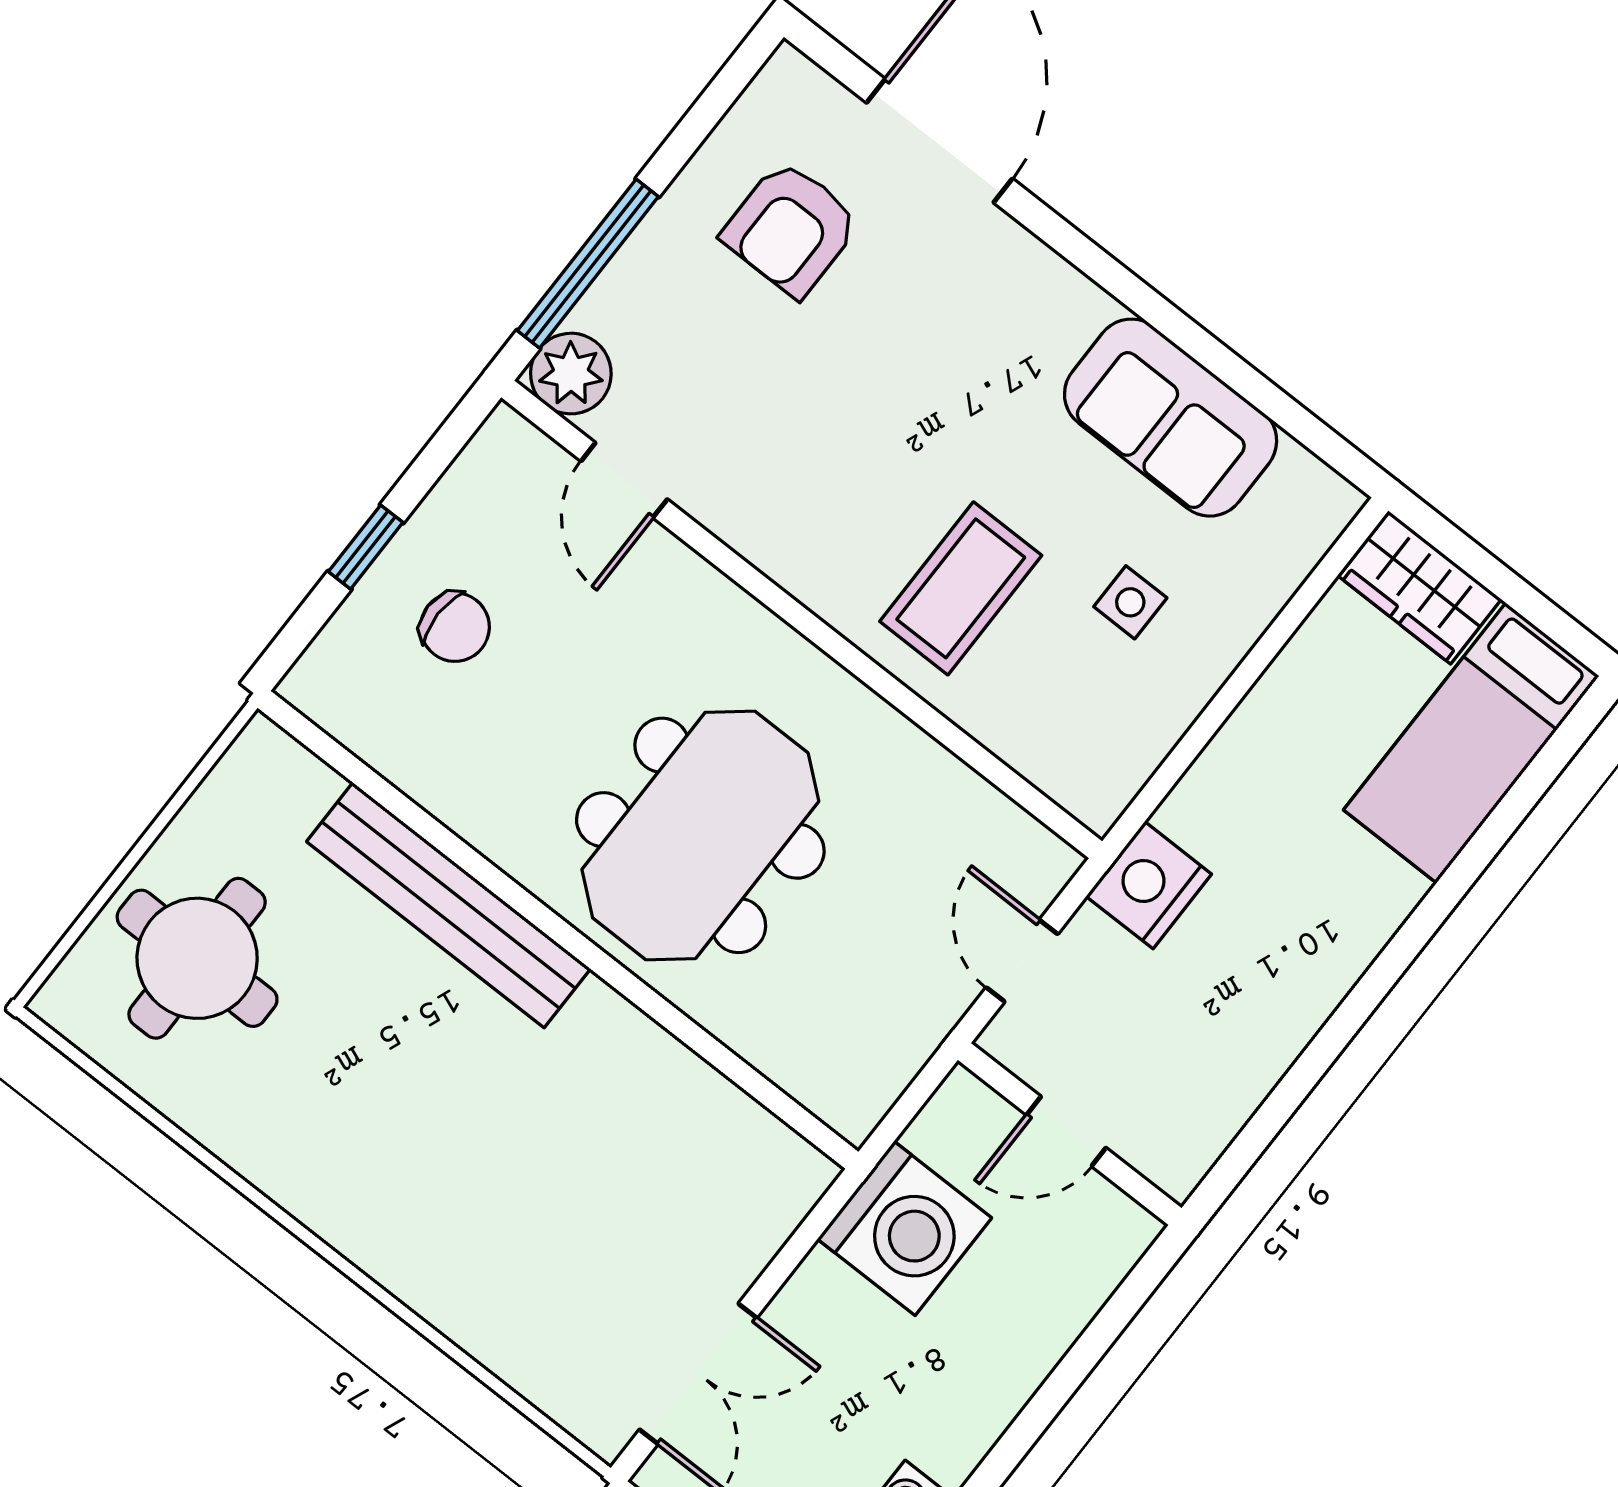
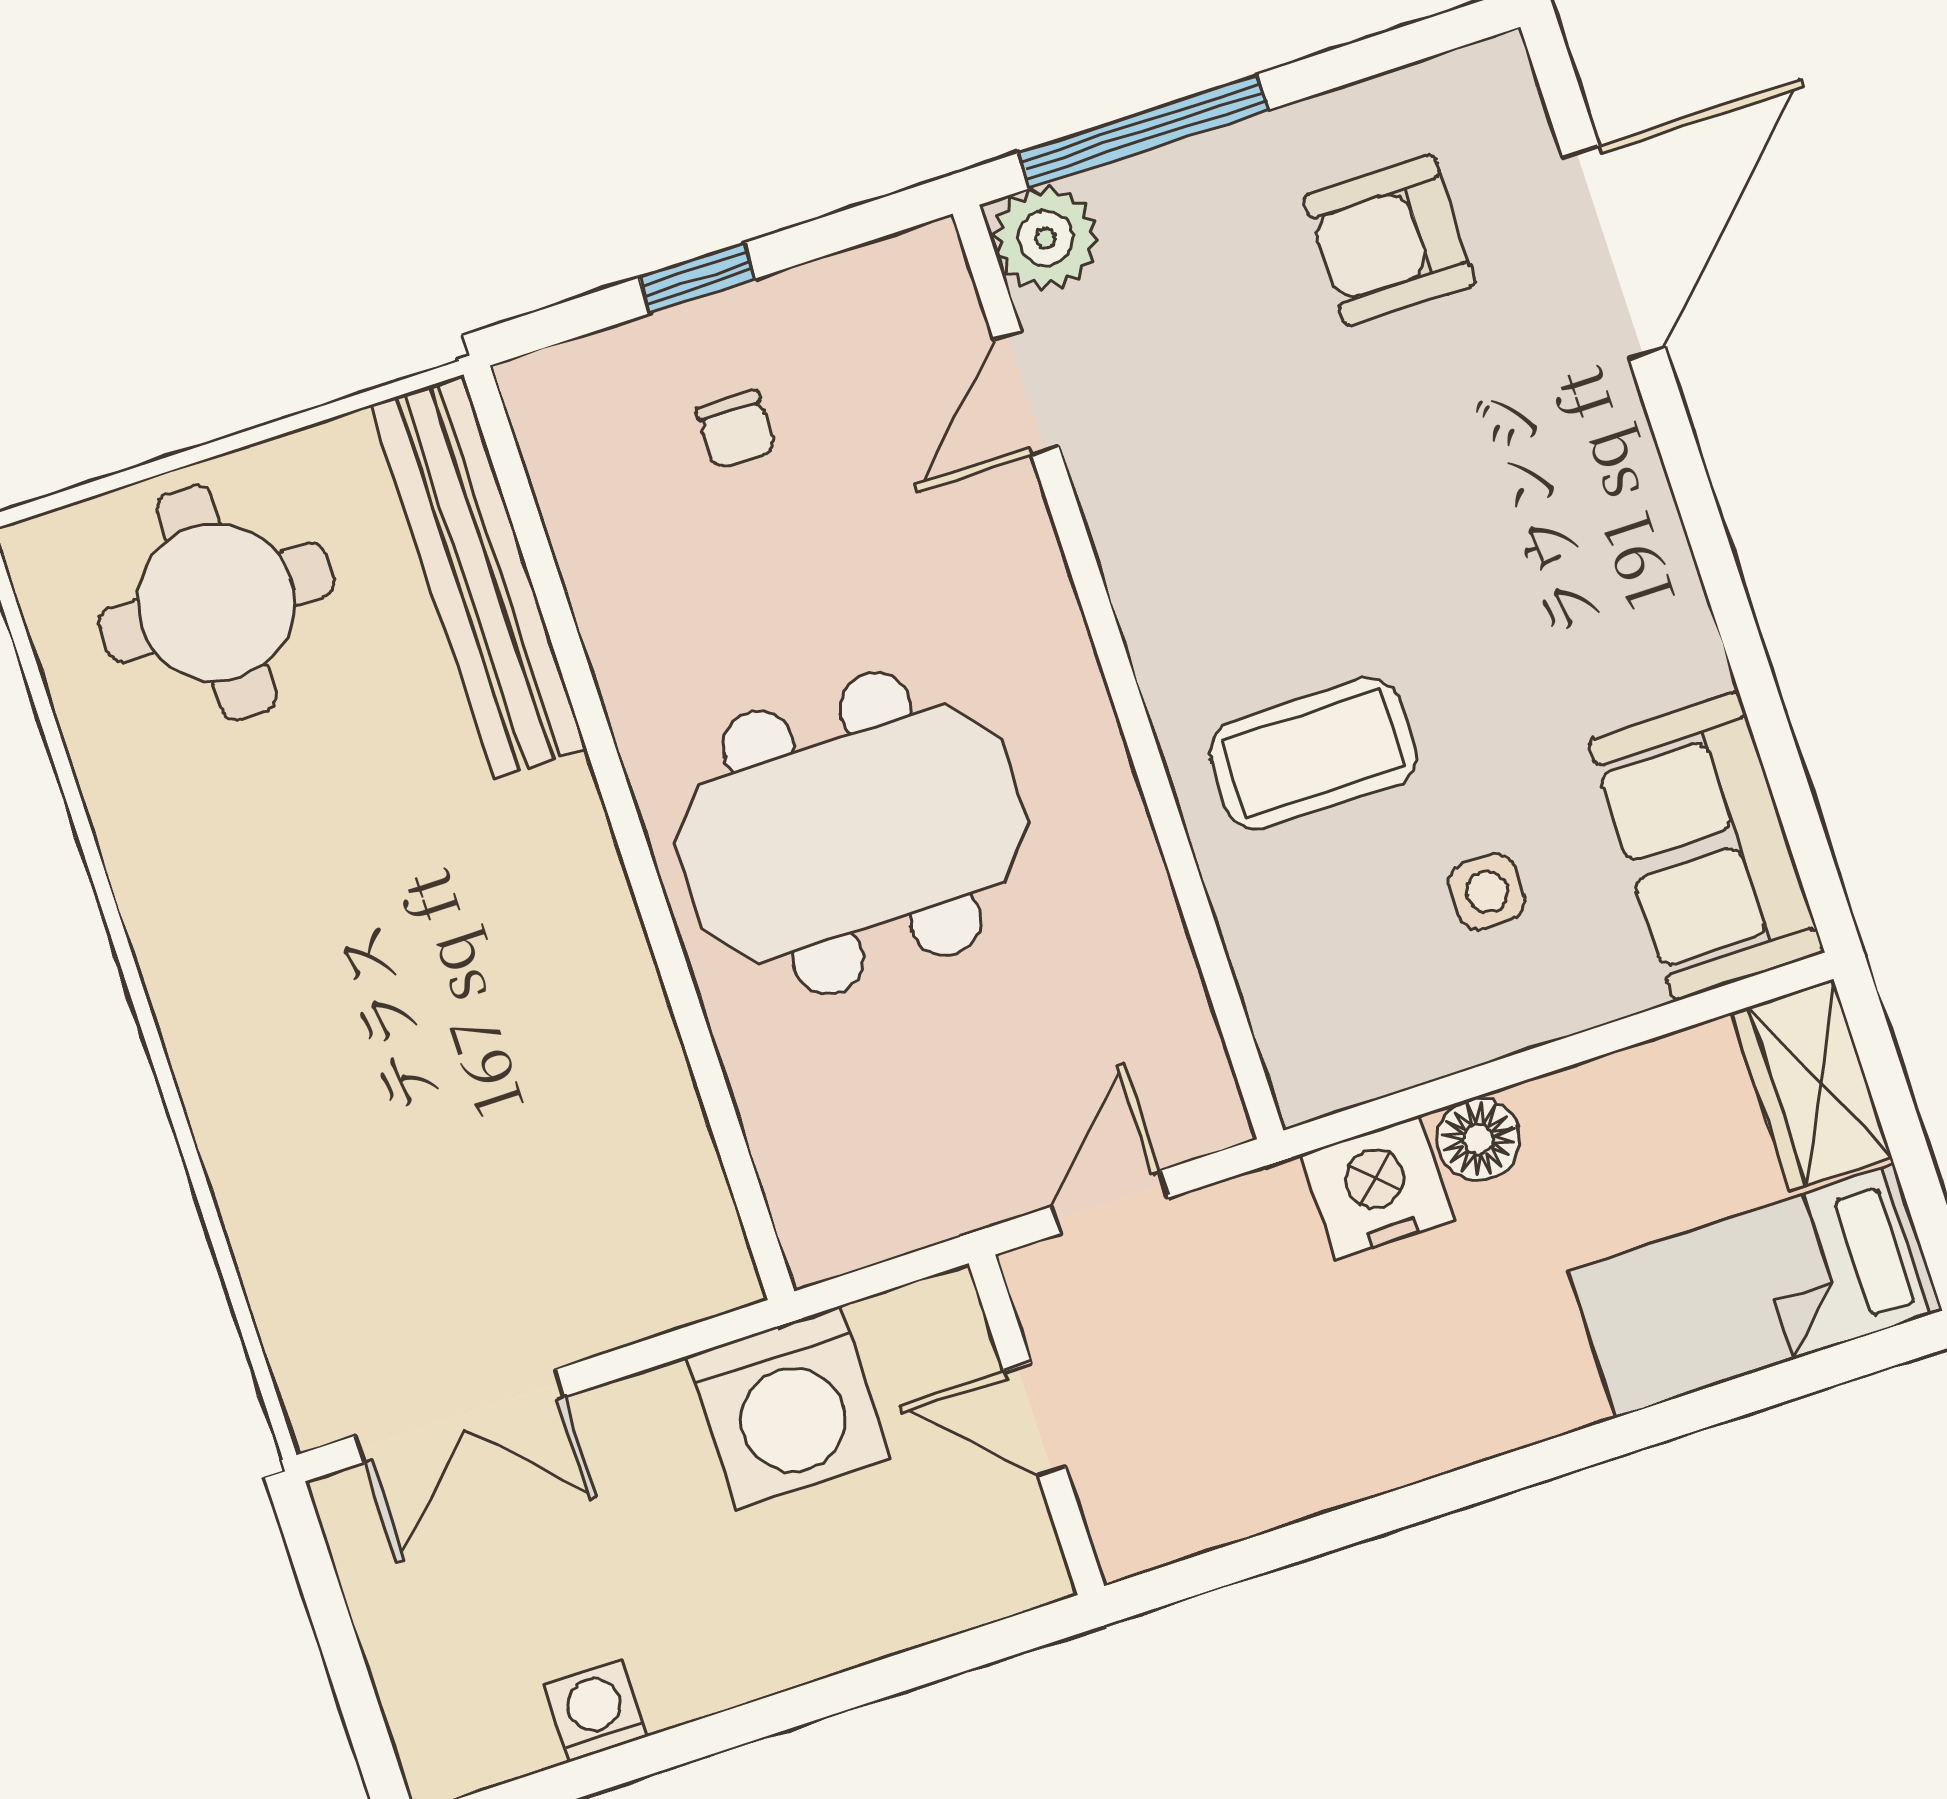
sofa: (1171, 418) -> (1706, 846), moved
chair: (455, 627) -> (736, 430), width x0.73, depth x0.73
floor lamp: (1230, 764) -> (1478, 1139), added
nightstand: (1149, 885) -> (1378, 1187), moved
bench: (449, 905) -> (479, 577), moved

